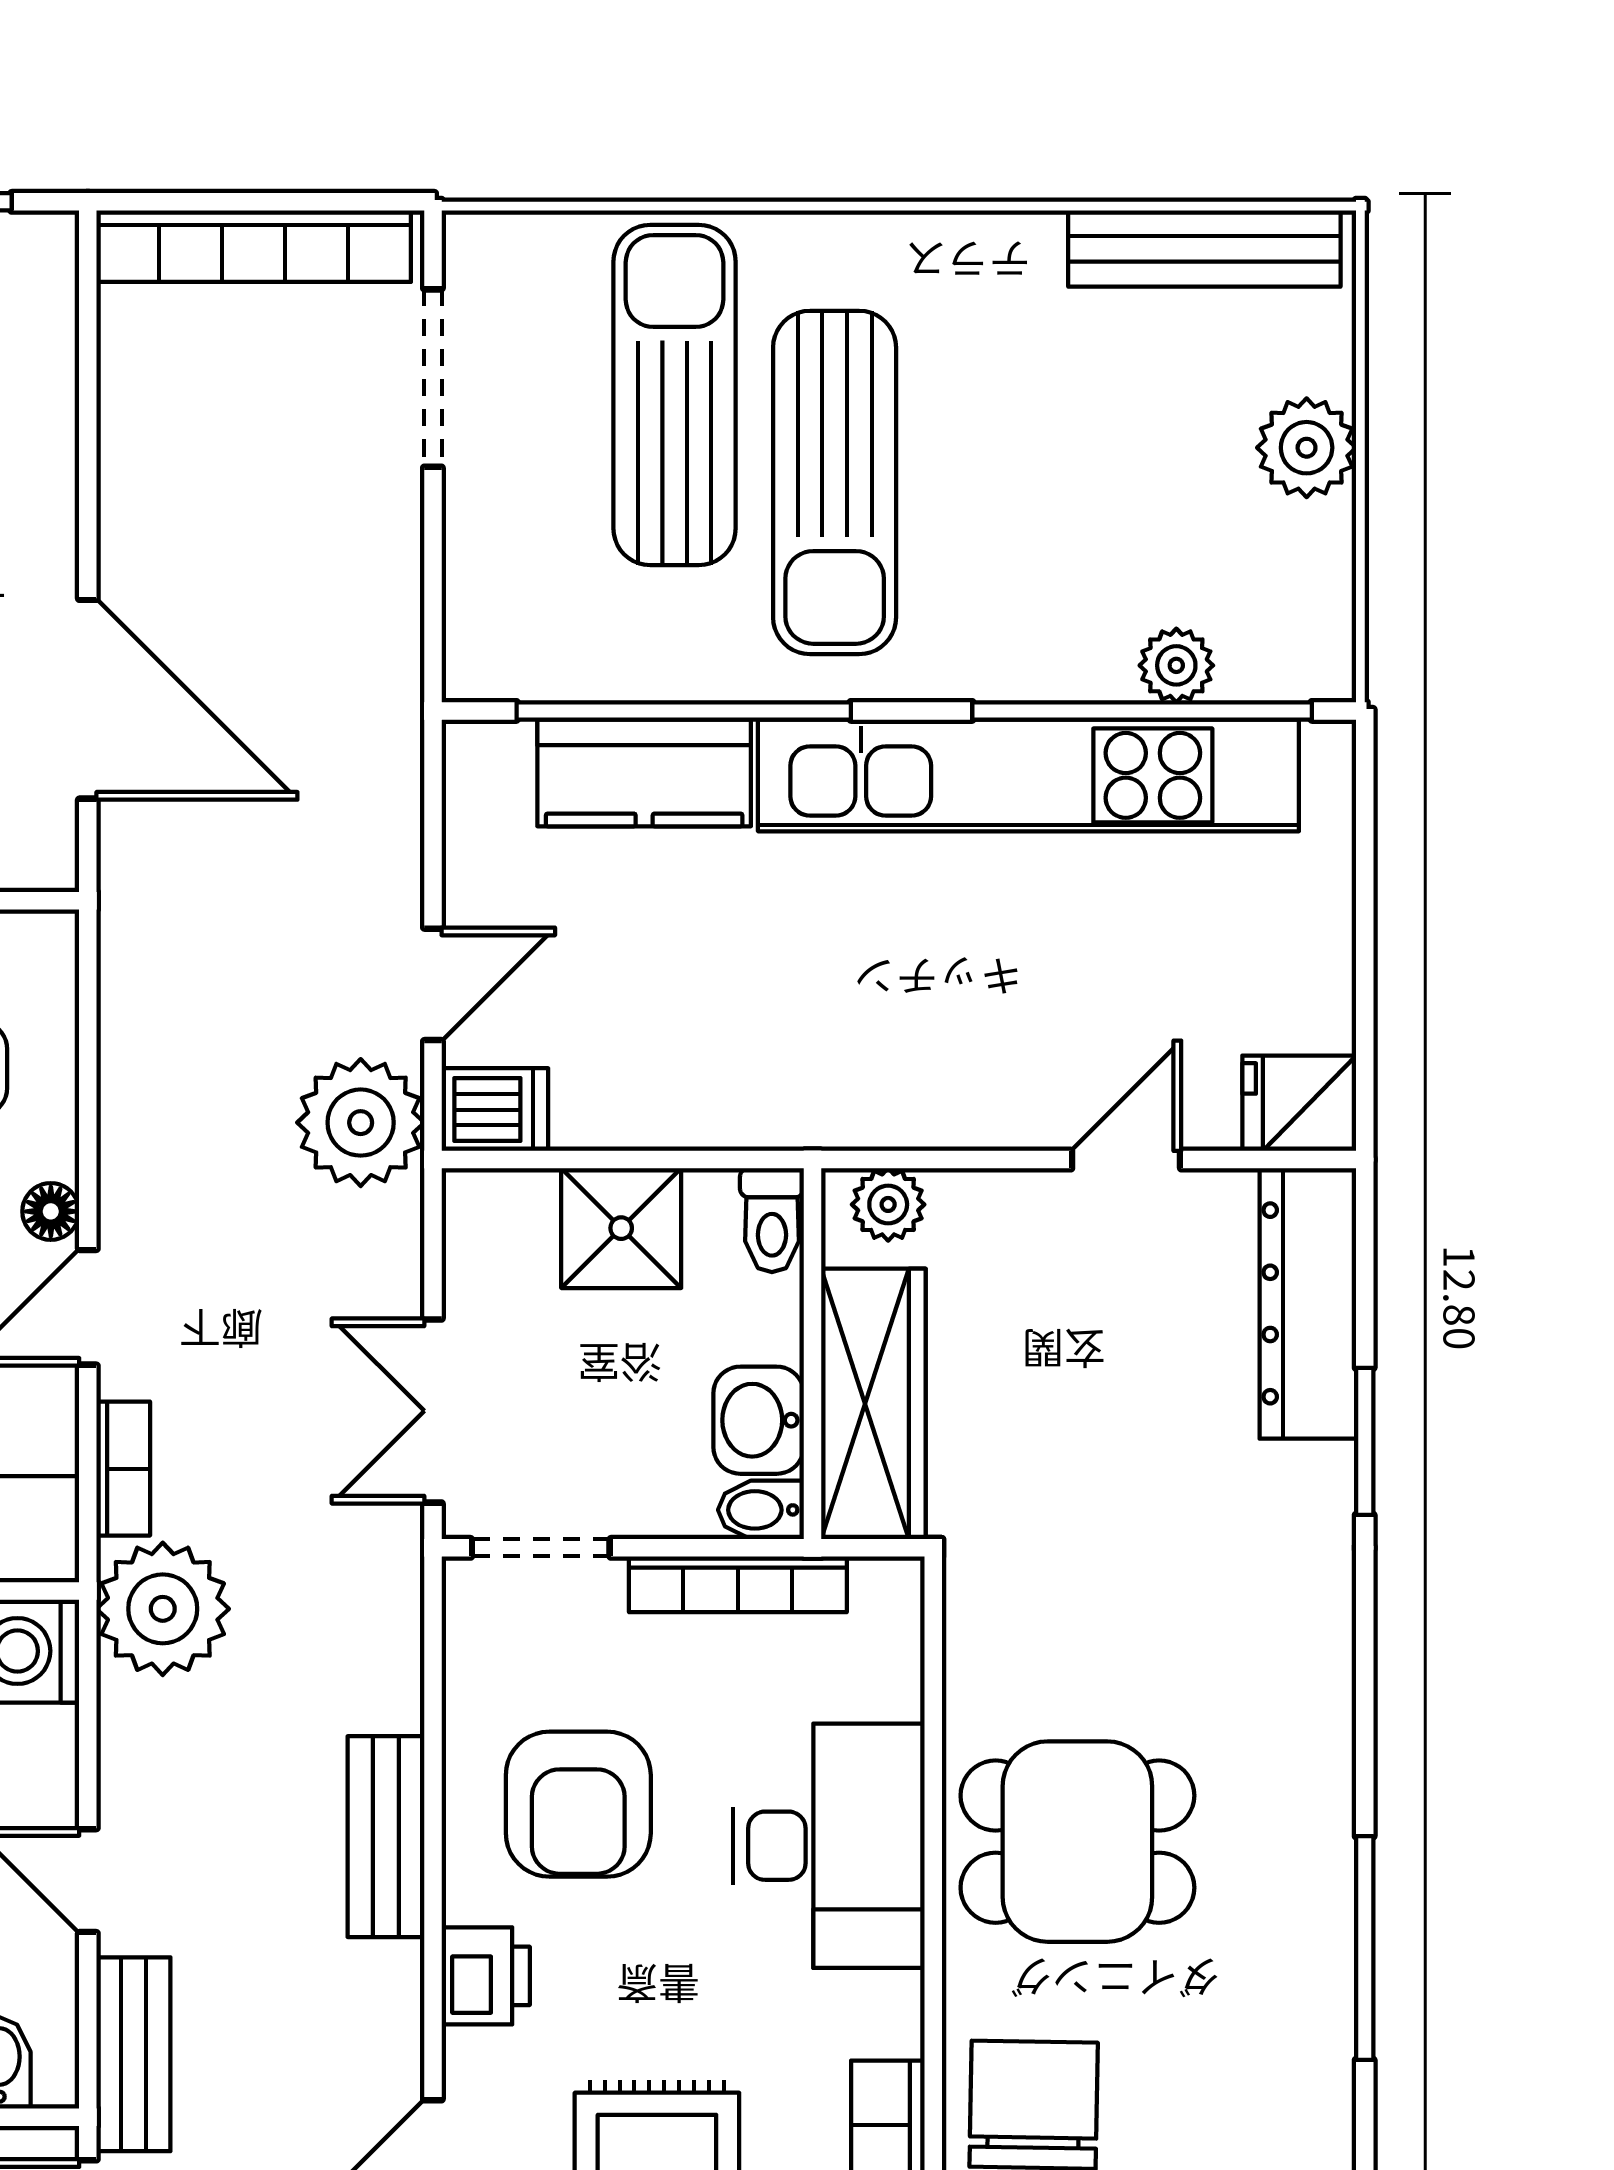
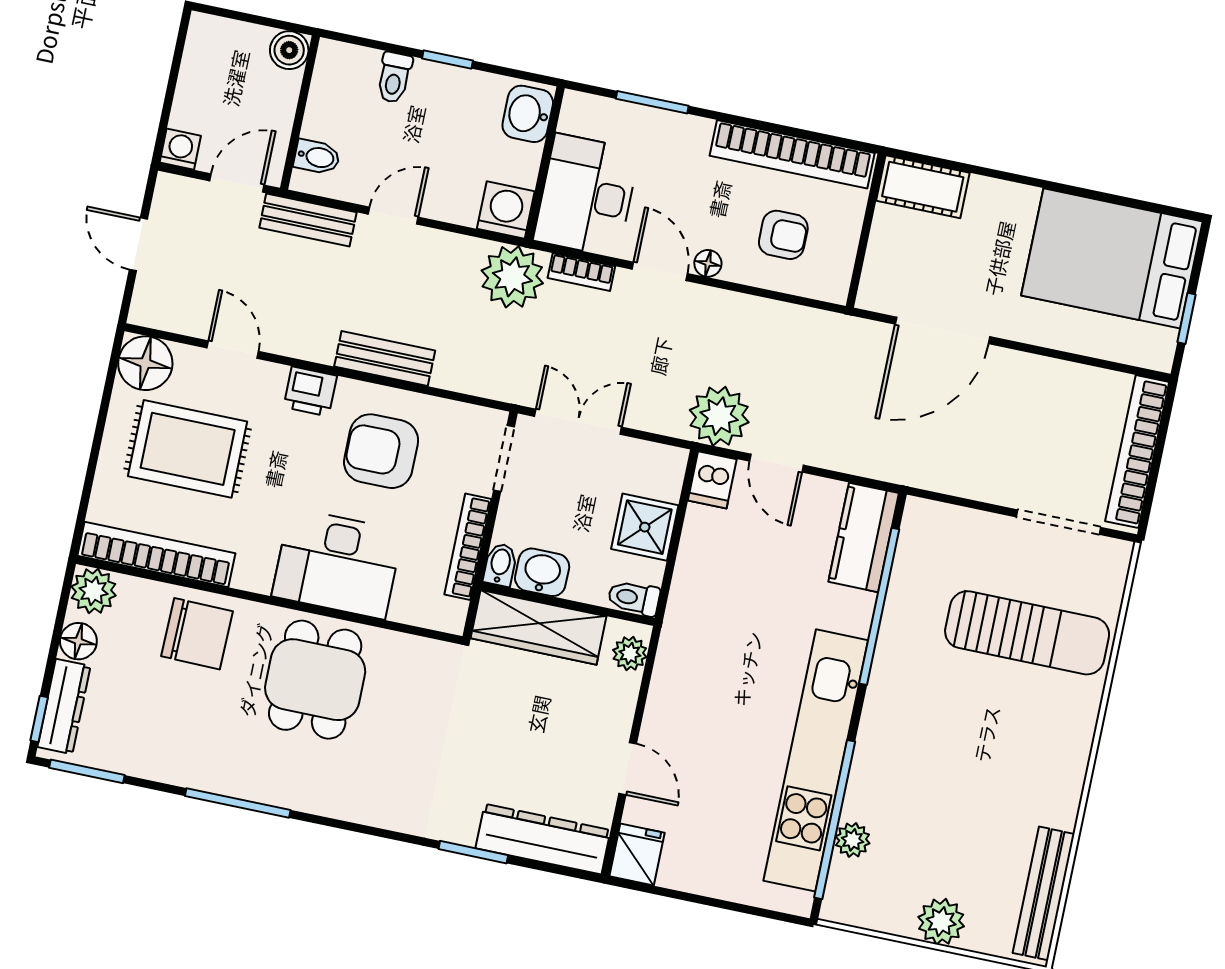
sun lounger: (835, 482) -> (971, 699), removed
kitchen counter: (644, 773) -> (864, 537), moved

